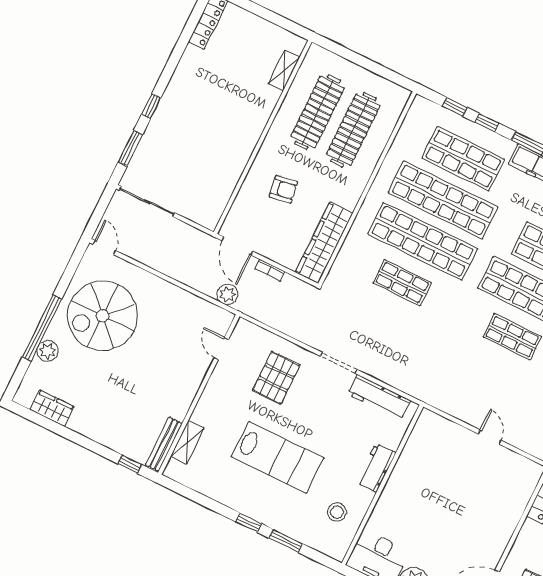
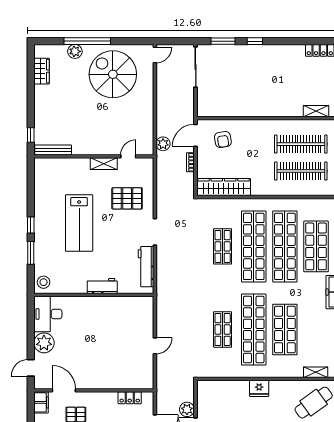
armchair: (283, 189) -> (223, 140), moved
shelving: (187, 442) -> (104, 164), moved
stool: (337, 512) -> (44, 282), moved

